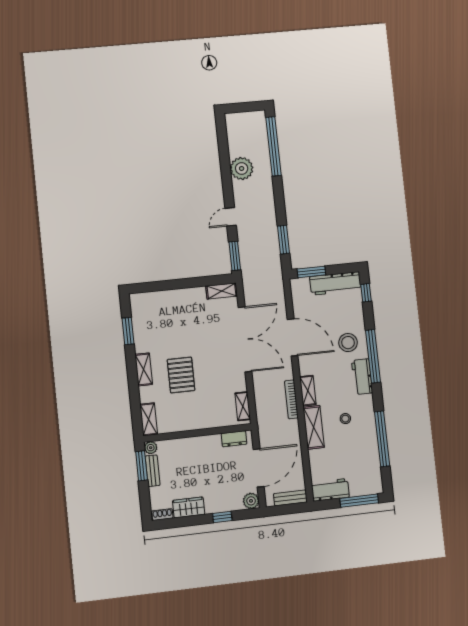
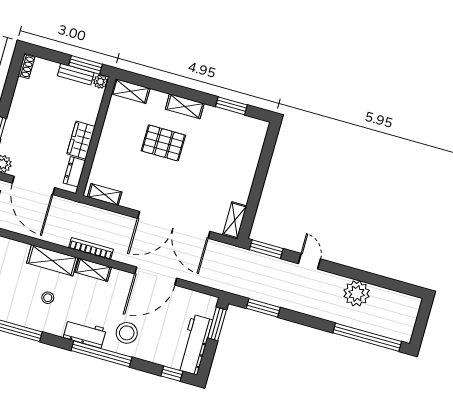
wardrobe: (189, 507) -> (81, 140), moved, turned 180

